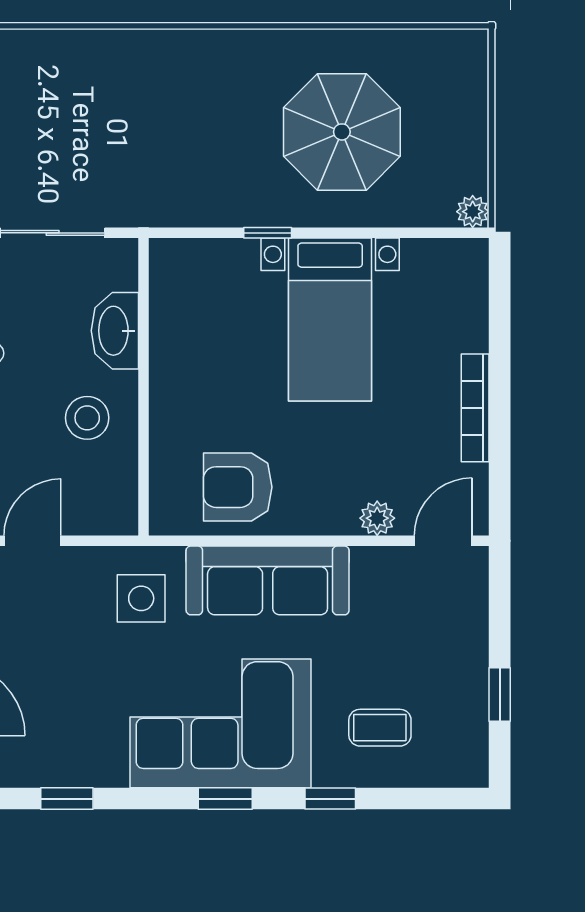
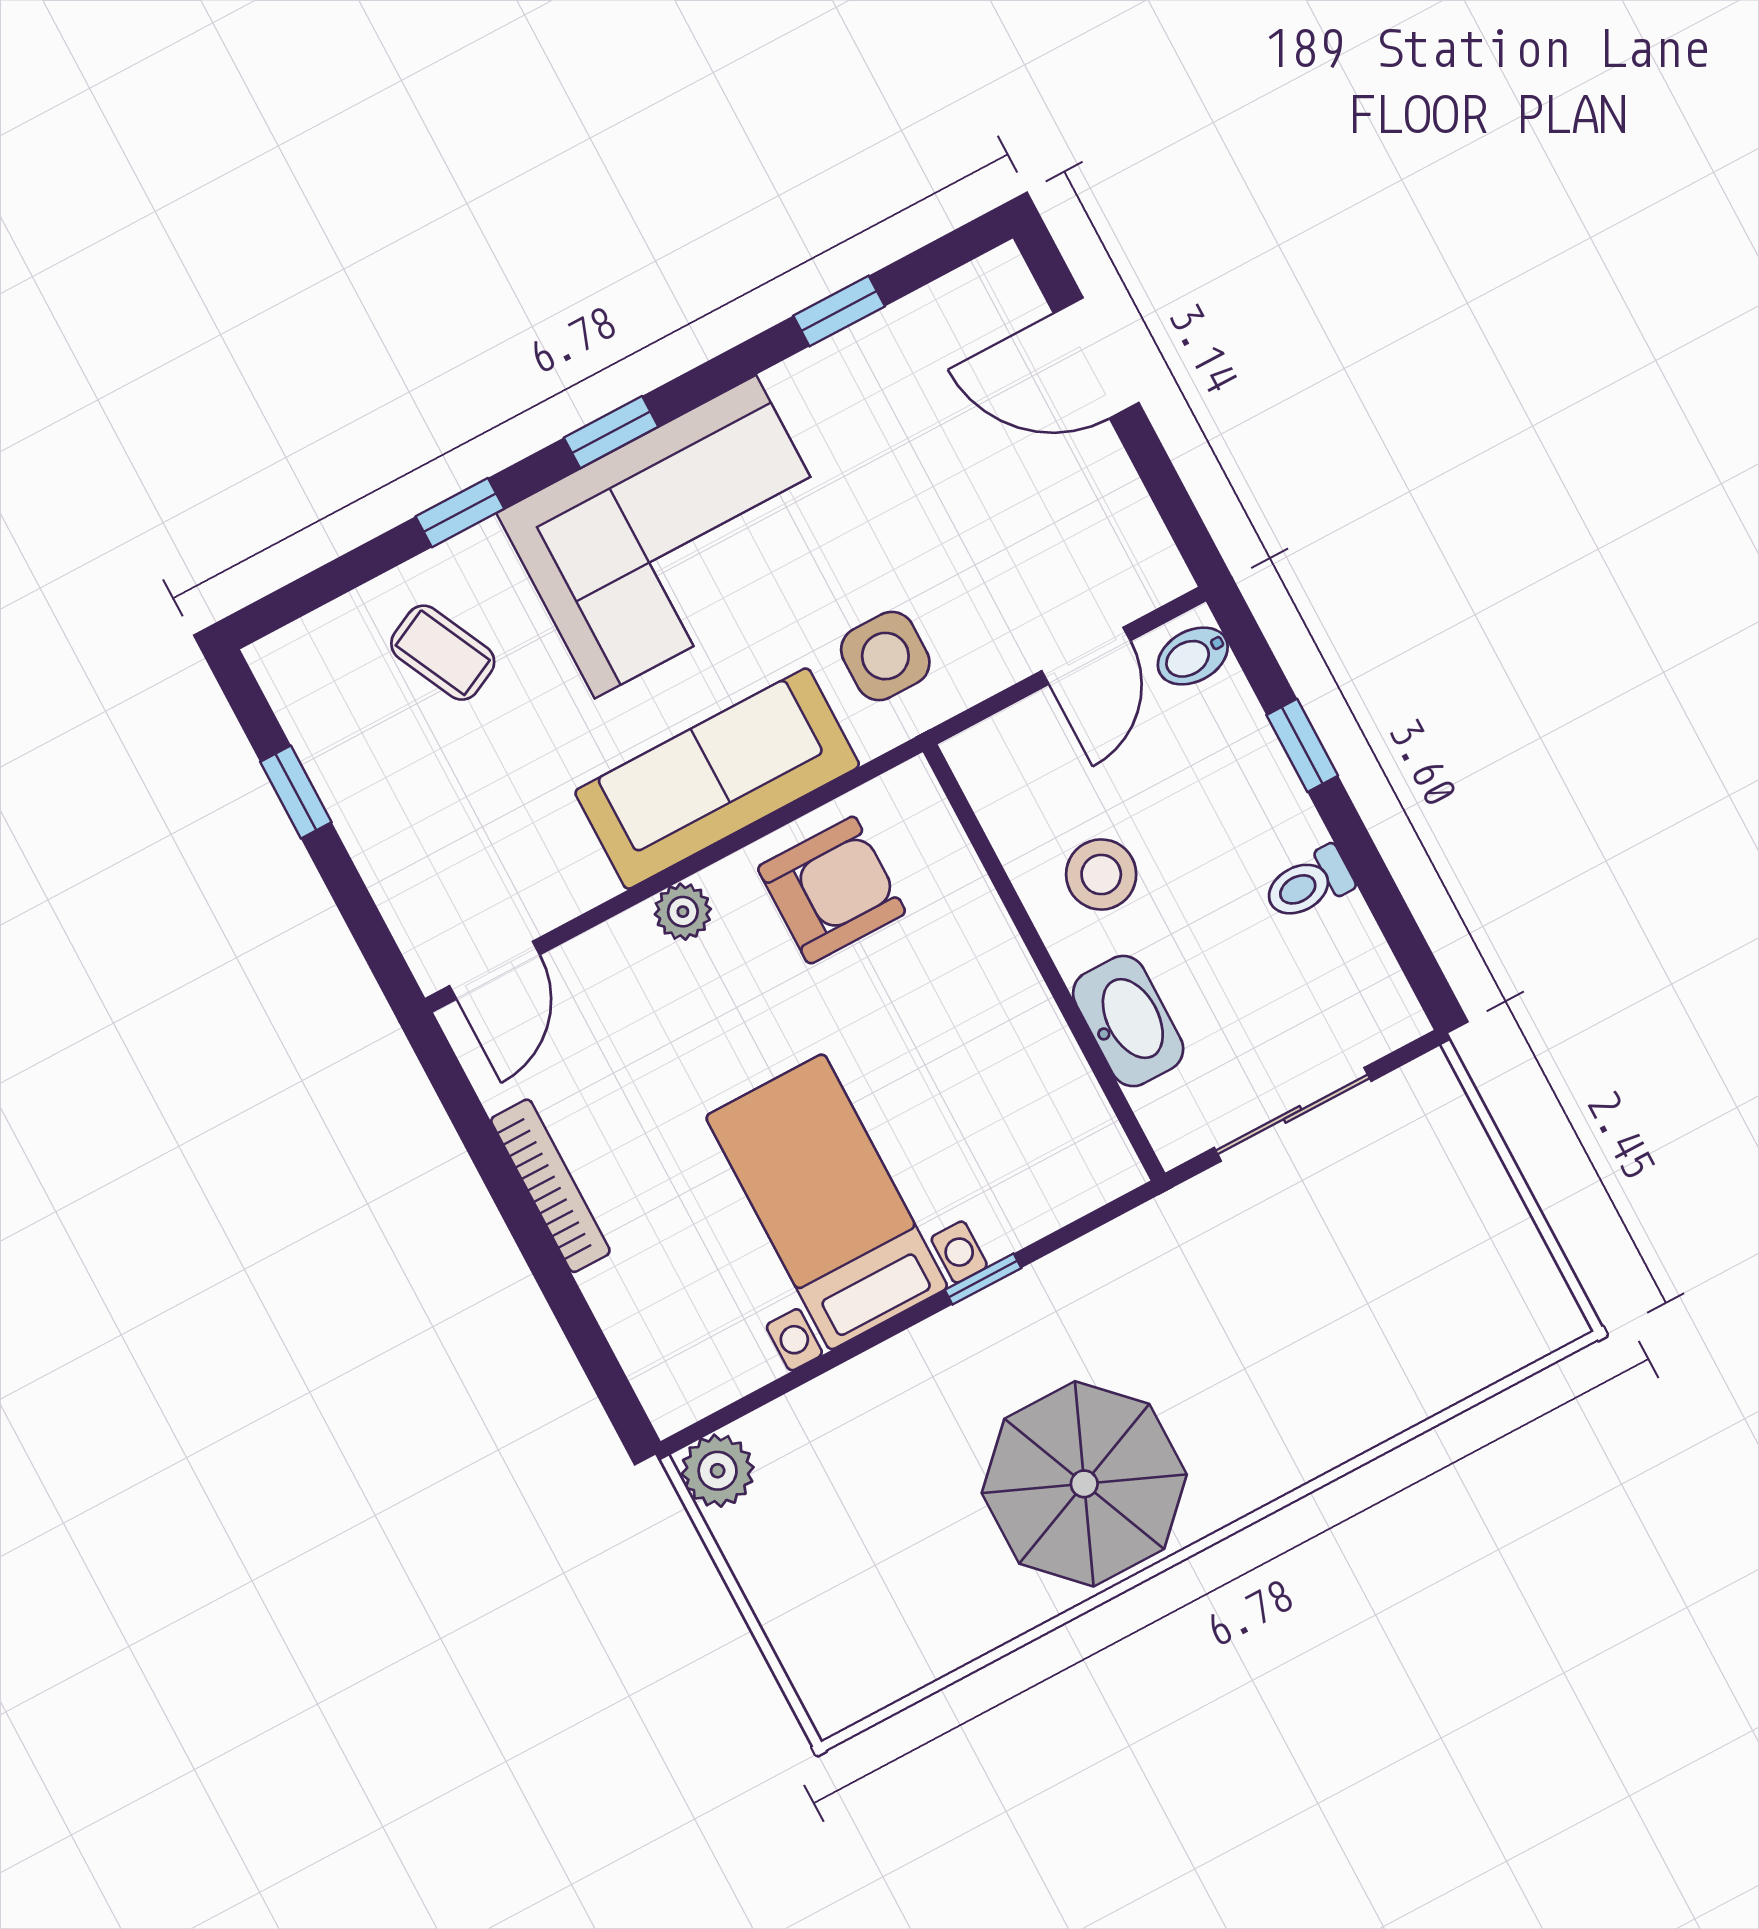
parasol: (342, 132) -> (1084, 1484), moved
plant: (473, 212) -> (718, 1471), width x1.38, depth x1.38
plant: (377, 518) -> (683, 912), moved
coffee table: (380, 728) -> (443, 653), turned 64

